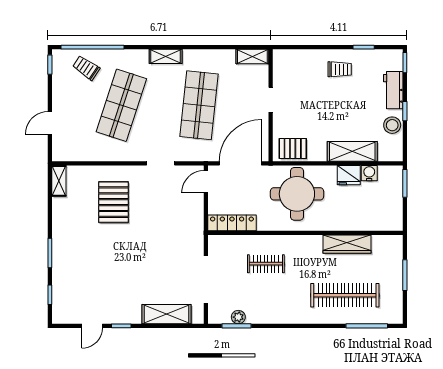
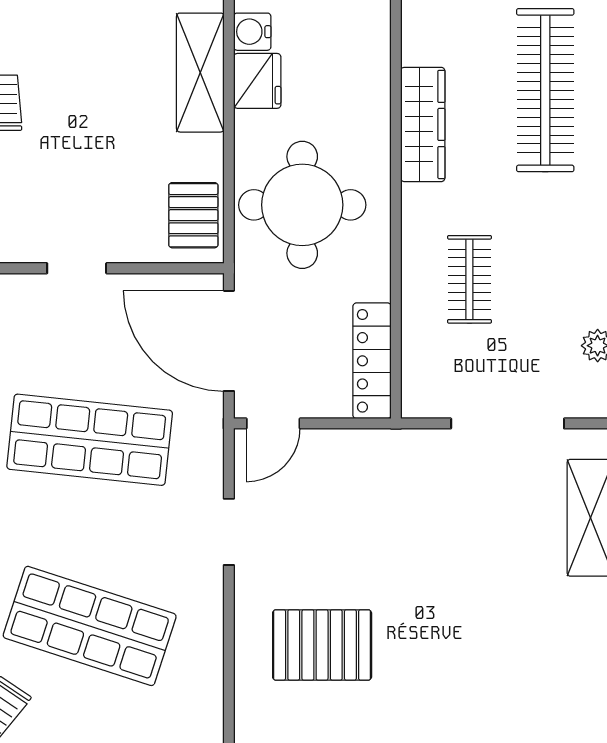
door: (206, 182) -> (273, 423), hinge flipped
wardrobe: (347, 244) -> (423, 124), moved

